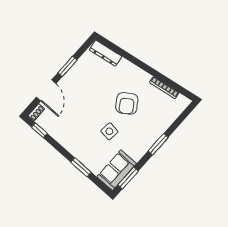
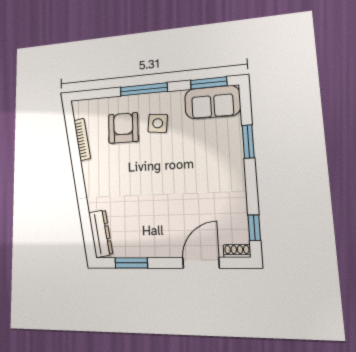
window: (67, 66) -> (131, 263), moved
armchair: (127, 103) -> (123, 128), moved, turned -56
side table: (109, 131) -> (158, 123), moved
window: (158, 144) -> (144, 89), width x1.44

